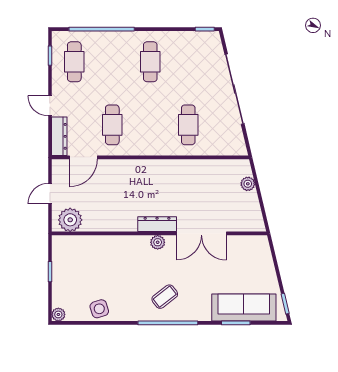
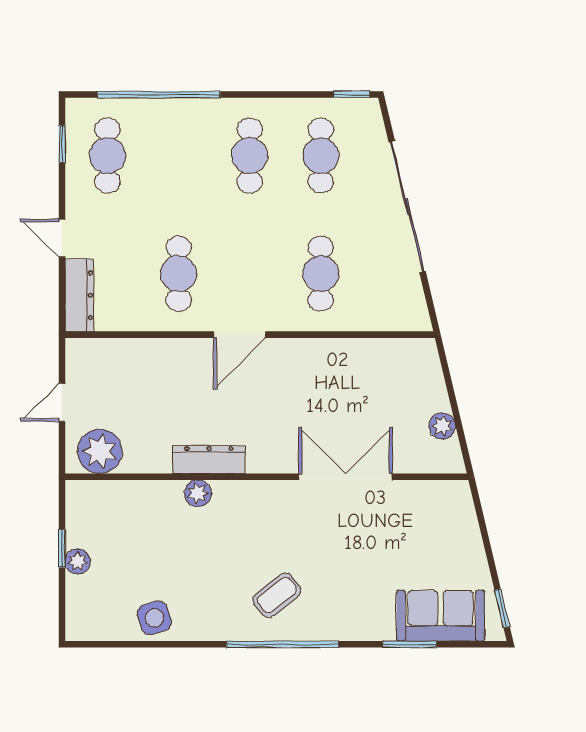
cafe table: (188, 62) -> (321, 156), added
door: (83, 157) -> (240, 335), moved
plant: (248, 184) -> (442, 426), moved
dresser: (157, 224) -> (209, 460), moved
double door: (201, 233) -> (346, 477), swing flipped
plant: (158, 242) -> (198, 493), moved
sofa: (244, 308) -> (441, 616), width x0.73
plant: (58, 314) -> (78, 561), moved

